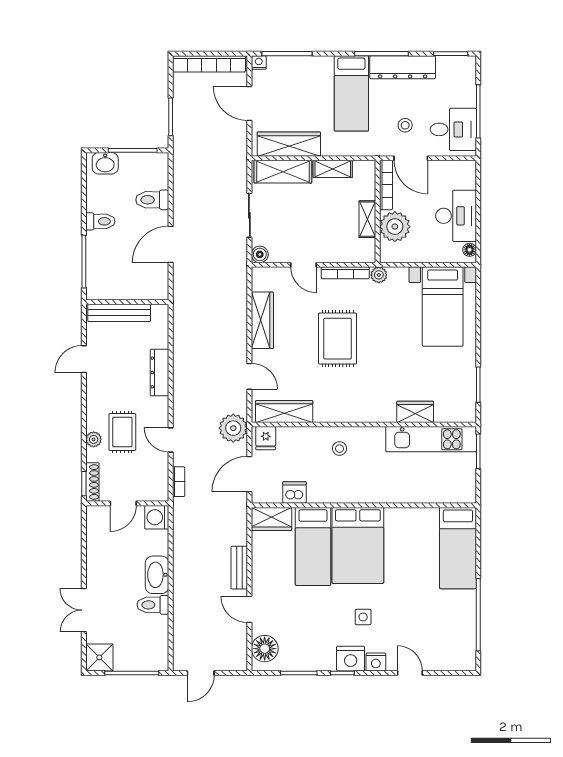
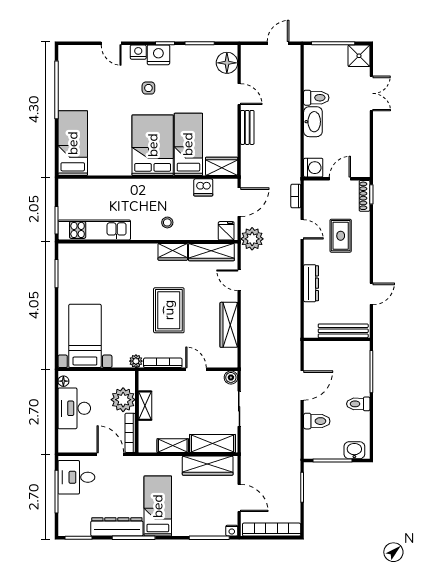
stool: (405, 125) -> (115, 481), removed
wardrobe: (415, 412) -> (173, 252), moved
plant: (94, 439) -> (364, 230), removed

